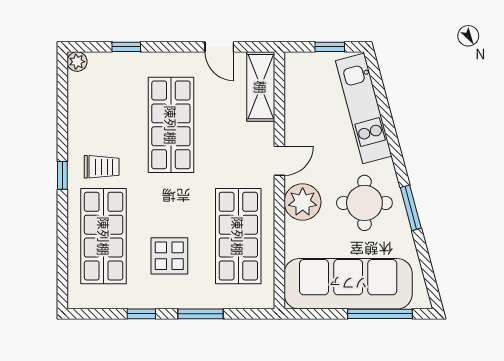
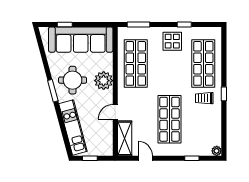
door: (279, 161) -> (115, 112), moved
window: (411, 208) -> (53, 91), moved
display table: (169, 256) -> (172, 41), moved
window: (200, 314) -> (139, 24), moved
window: (380, 314) -> (65, 24), width x0.46

